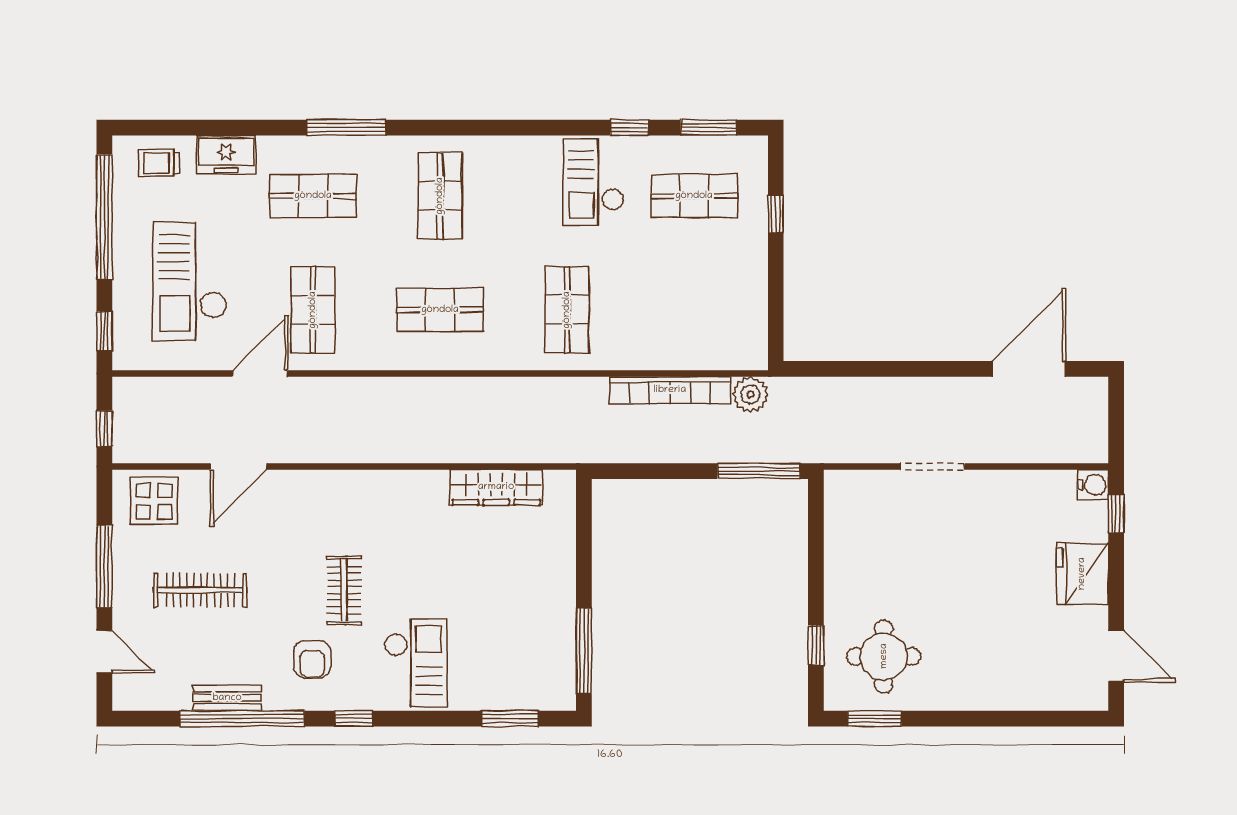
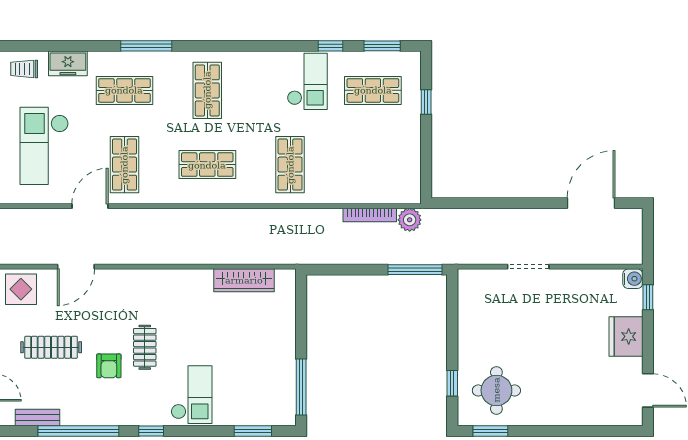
checkout: (593, 182) -> (307, 81), turned 180
bookcase: (670, 390) -> (370, 215), width x0.68, depth x0.76
armchair: (312, 659) -> (109, 366), moved
bench: (227, 698) -> (37, 417), moved

